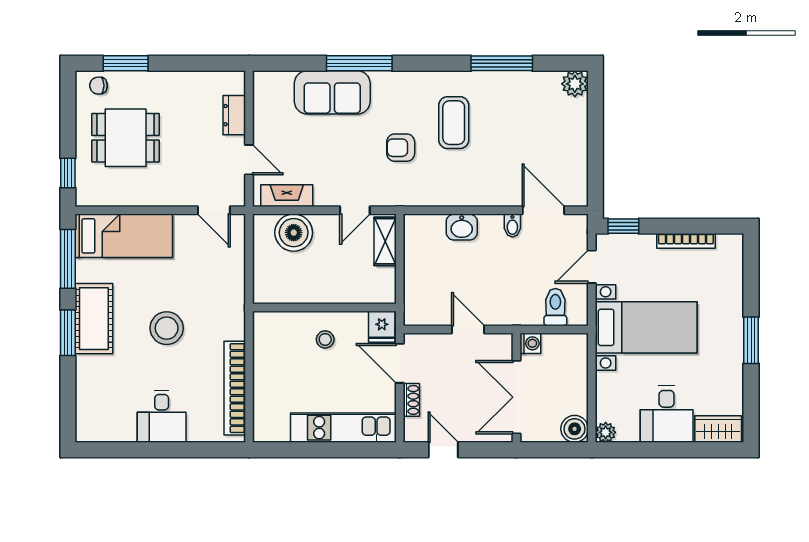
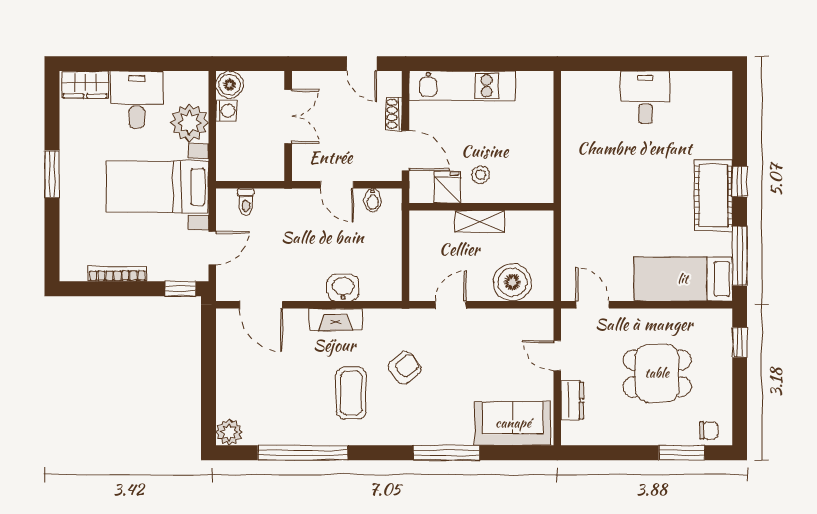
window: (502, 63) -> (303, 453), width x1.46
sofa: (332, 92) -> (513, 423), moved
dining table: (126, 138) -> (657, 373), moved
armchair: (401, 148) -> (405, 368), turned -38
fireplace: (287, 196) -> (336, 320), moved
bidet: (512, 226) -> (373, 200), moved, turned 180
shelving: (385, 241) -> (480, 222), moved, turned 90
toilet: (555, 307) -> (246, 202), width x0.73, depth x0.72
fridge: (382, 327) -> (447, 187), moved
stool: (167, 328) -> (640, 186), removed
window: (68, 333) -> (740, 181), width x0.67
washing machine: (530, 343) -> (226, 111), moved, turned 180
bookcase: (235, 388) -> (572, 126), removed
double door: (516, 397) -> (288, 117), width x0.73
plant: (606, 432) -> (189, 123), moved, width x1.88, depth x1.88

